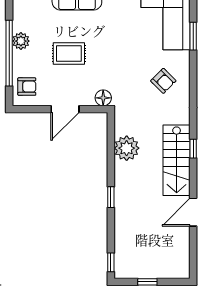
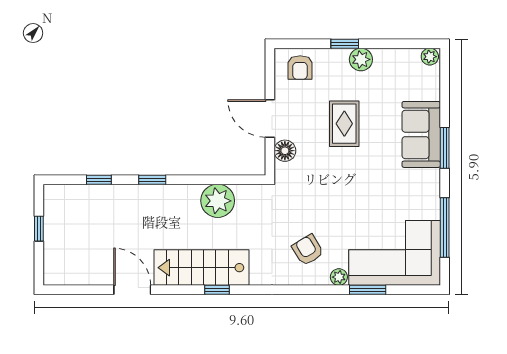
window: (9, 53) -> (345, 44), width x0.32
plant: (184, 58) -> (339, 277), added
armchair: (163, 81) -> (308, 250), turned 104
floor lamp: (103, 98) -> (285, 151), moved
window: (111, 262) -> (99, 180), moved

